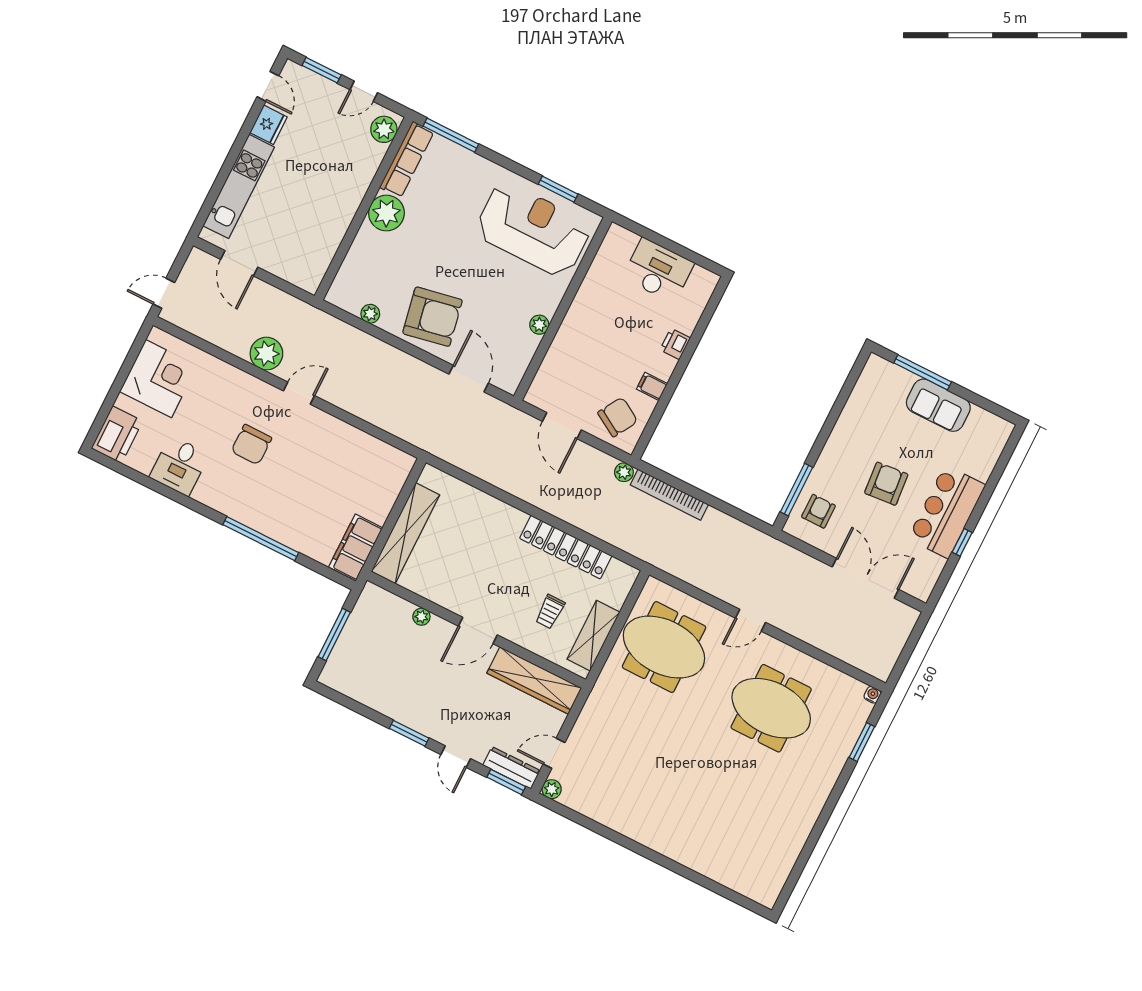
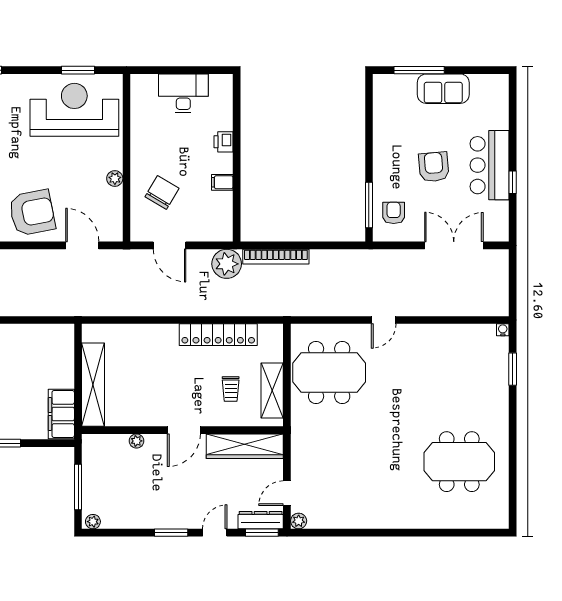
chair: (618, 417) -> (162, 192), moved
plant: (624, 472) -> (227, 264), width x1.88, depth x1.88
plant: (332, 679) -> (93, 522), added
meeting table: (771, 708) -> (459, 462), moved
door: (456, 757) -> (215, 533), swing flipped

